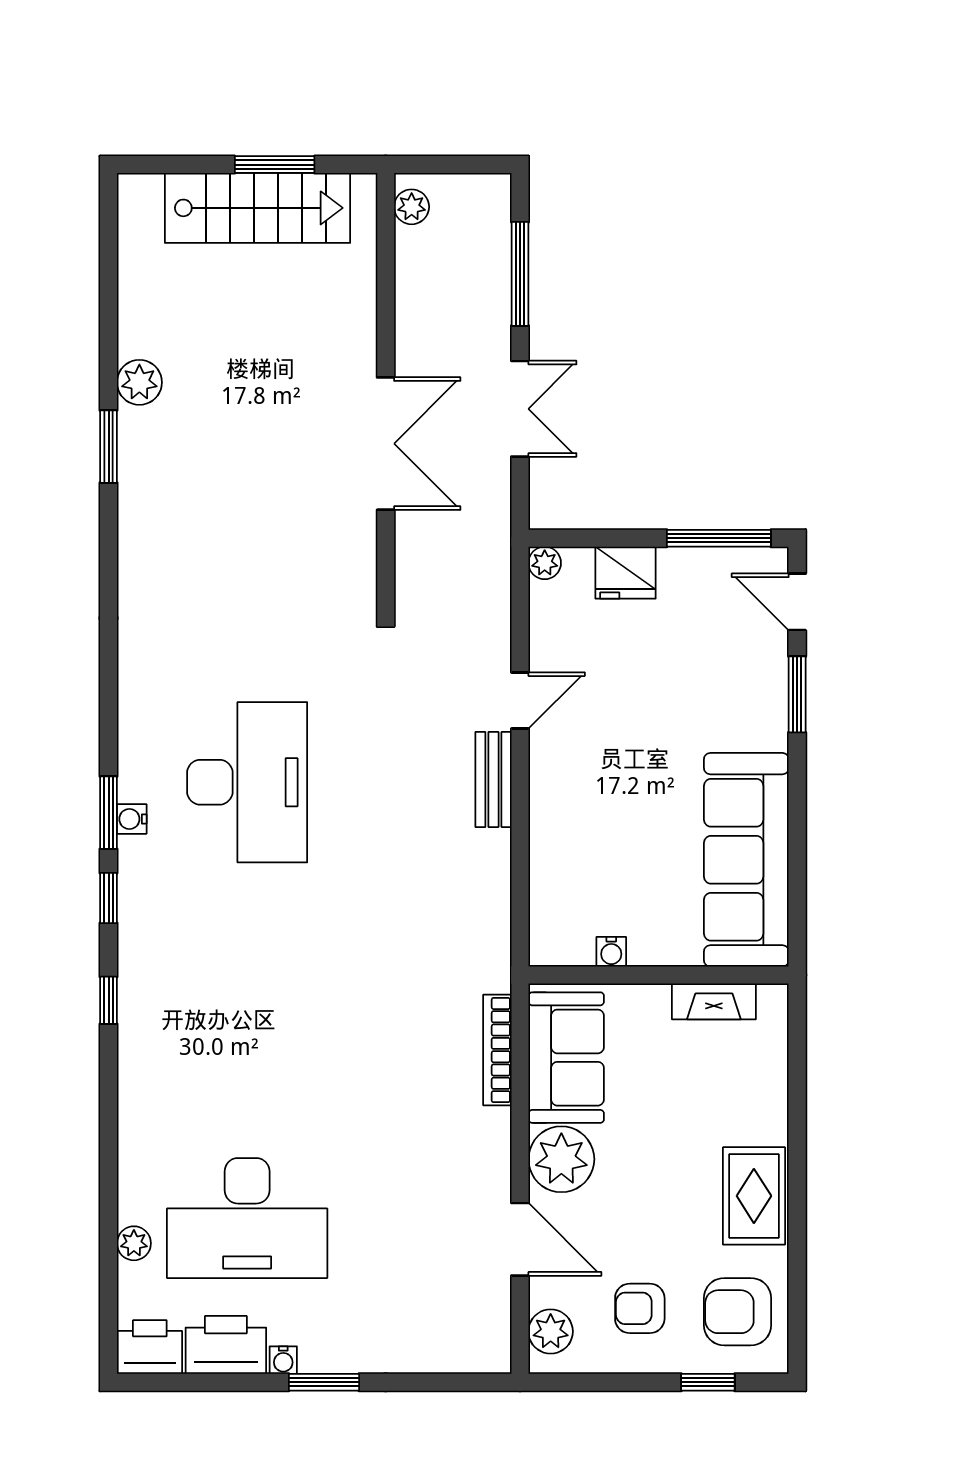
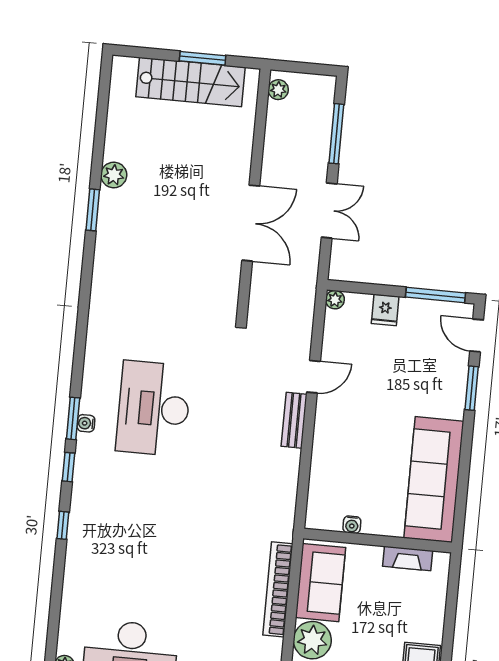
fridge: (625, 573) -> (385, 310), width x0.72
desk: (247, 782) -> (154, 409), turned 180
bookcase: (497, 1050) -> (278, 589), width x1.48, depth x1.31

